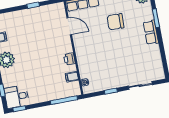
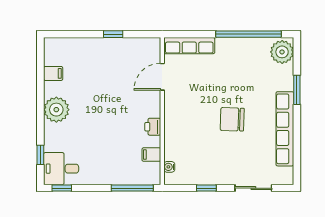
chair: (116, 22) -> (232, 119), moved
door: (69, 26) -> (162, 77), swing flipped
row of seats: (151, 32) -> (285, 129), width x2.02

